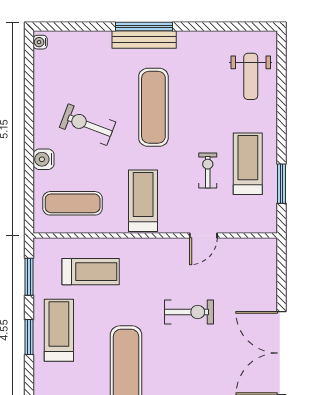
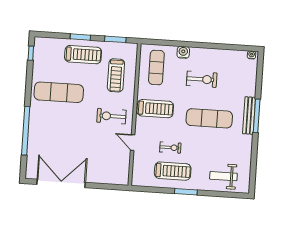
exercise bike: (88, 125) -> (202, 79), turned 69
window: (282, 184) -> (186, 192), moved
exercise bike: (189, 312) -> (111, 116), moved, turned 90

